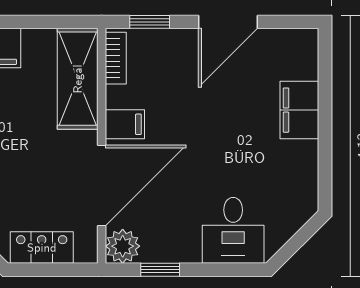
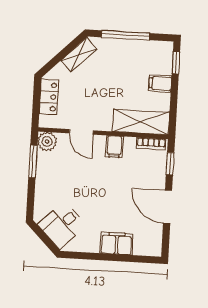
door: (102, 186) -> (81, 132), width x0.53
desk: (233, 230) -> (62, 225), moved, turned -45
window: (160, 270) -> (33, 161), width x1.50

